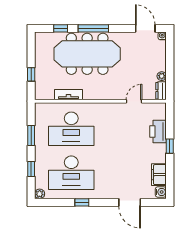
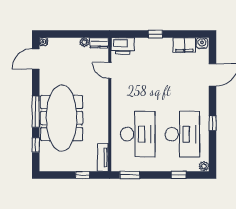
tv unit: (68, 95) -> (103, 157), moved
printer: (158, 131) -> (123, 46), moved
window: (31, 136) -> (130, 175), moved

